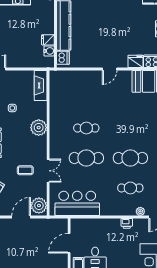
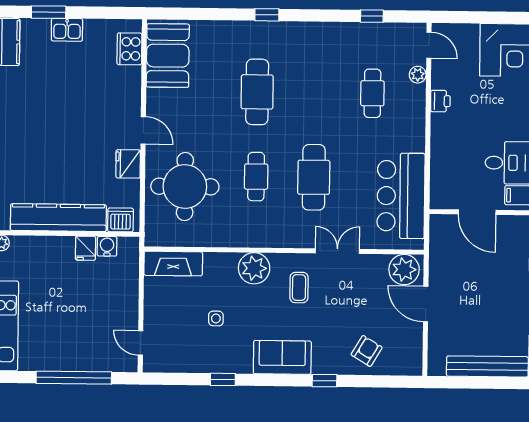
fridge: (135, 61) -> (128, 164), moved
round table: (81, 91) -> (185, 186), added
cafe table: (130, 158) -> (257, 92), moved
coffee table: (25, 170) -> (299, 288), moved

